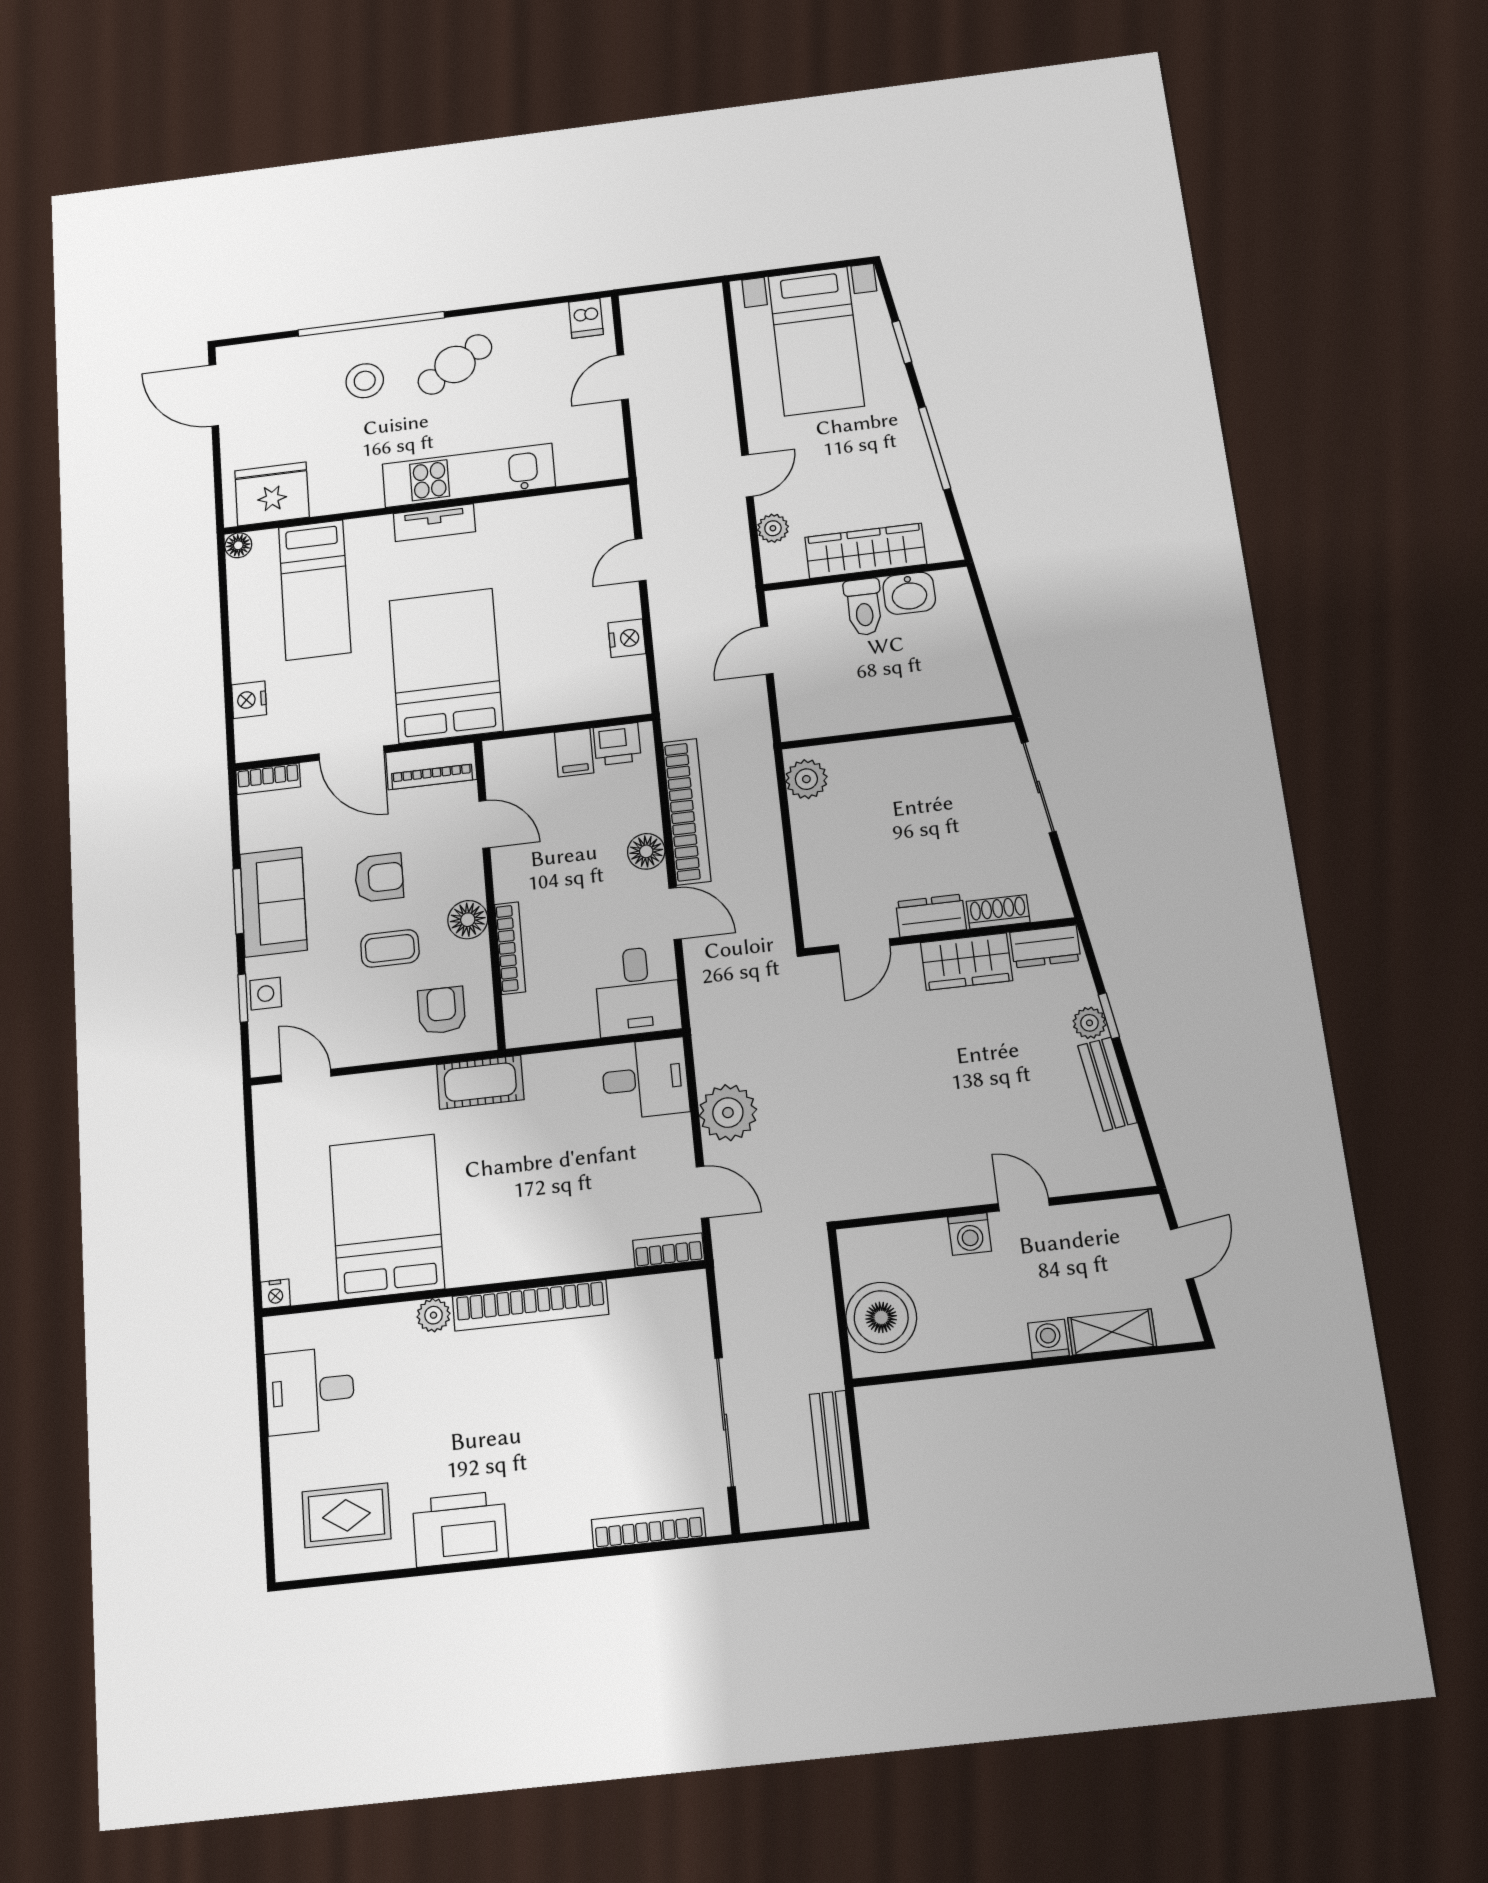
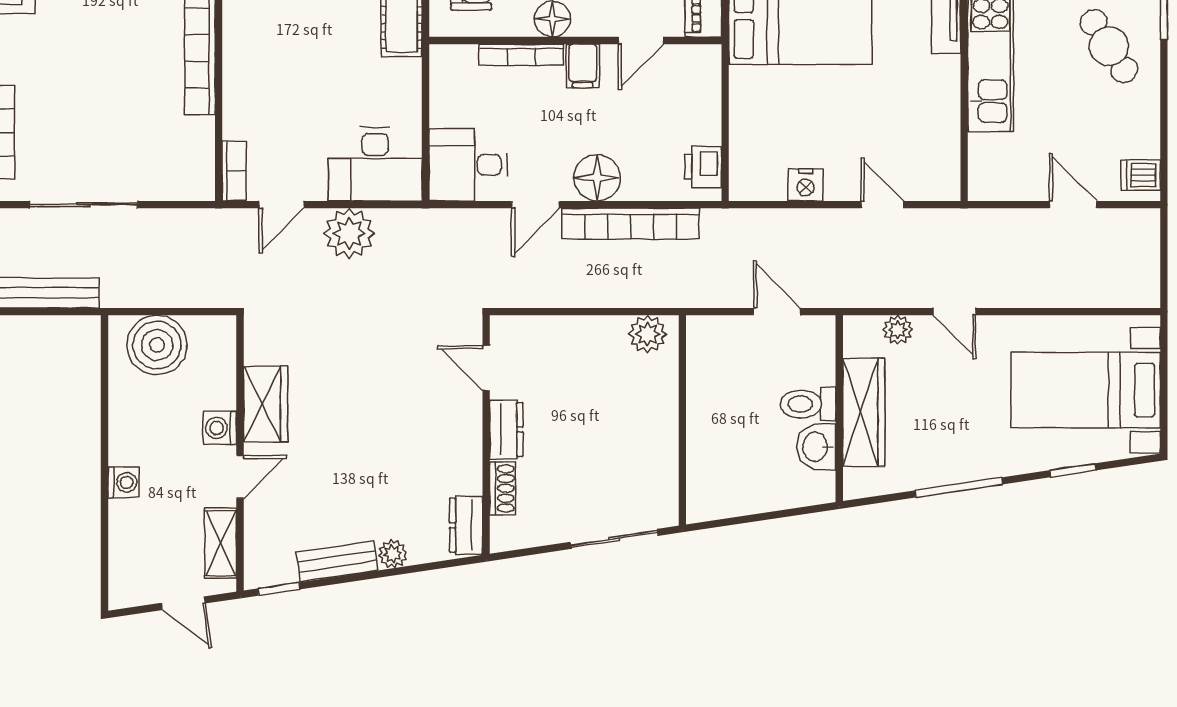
filing cabinet: (574, 753) -> (583, 66), moved, turned -90
floor lamp: (646, 851) -> (597, 178), width x1.38, depth x1.38
wardrobe: (966, 962) -> (266, 404), moved, turned 180
window: (1109, 1016) -> (279, 589), moved
desk: (645, 1079) -> (375, 164), width x1.37
shelving: (1112, 1332) -> (221, 543), moved

